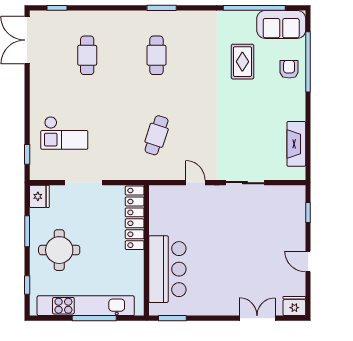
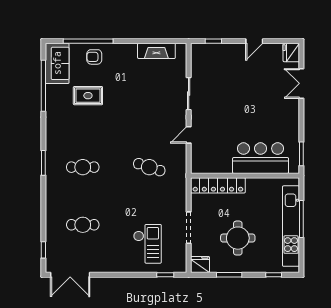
round table: (59, 250) -> (238, 238), moved

